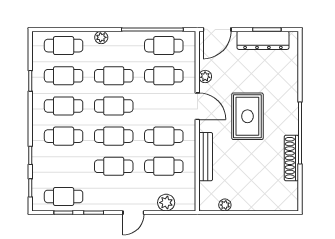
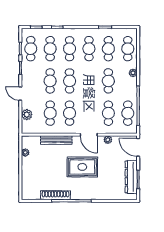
cafe table: (114, 106) -> (50, 49), moved
door: (197, 106) -> (89, 135), hinge flipped

